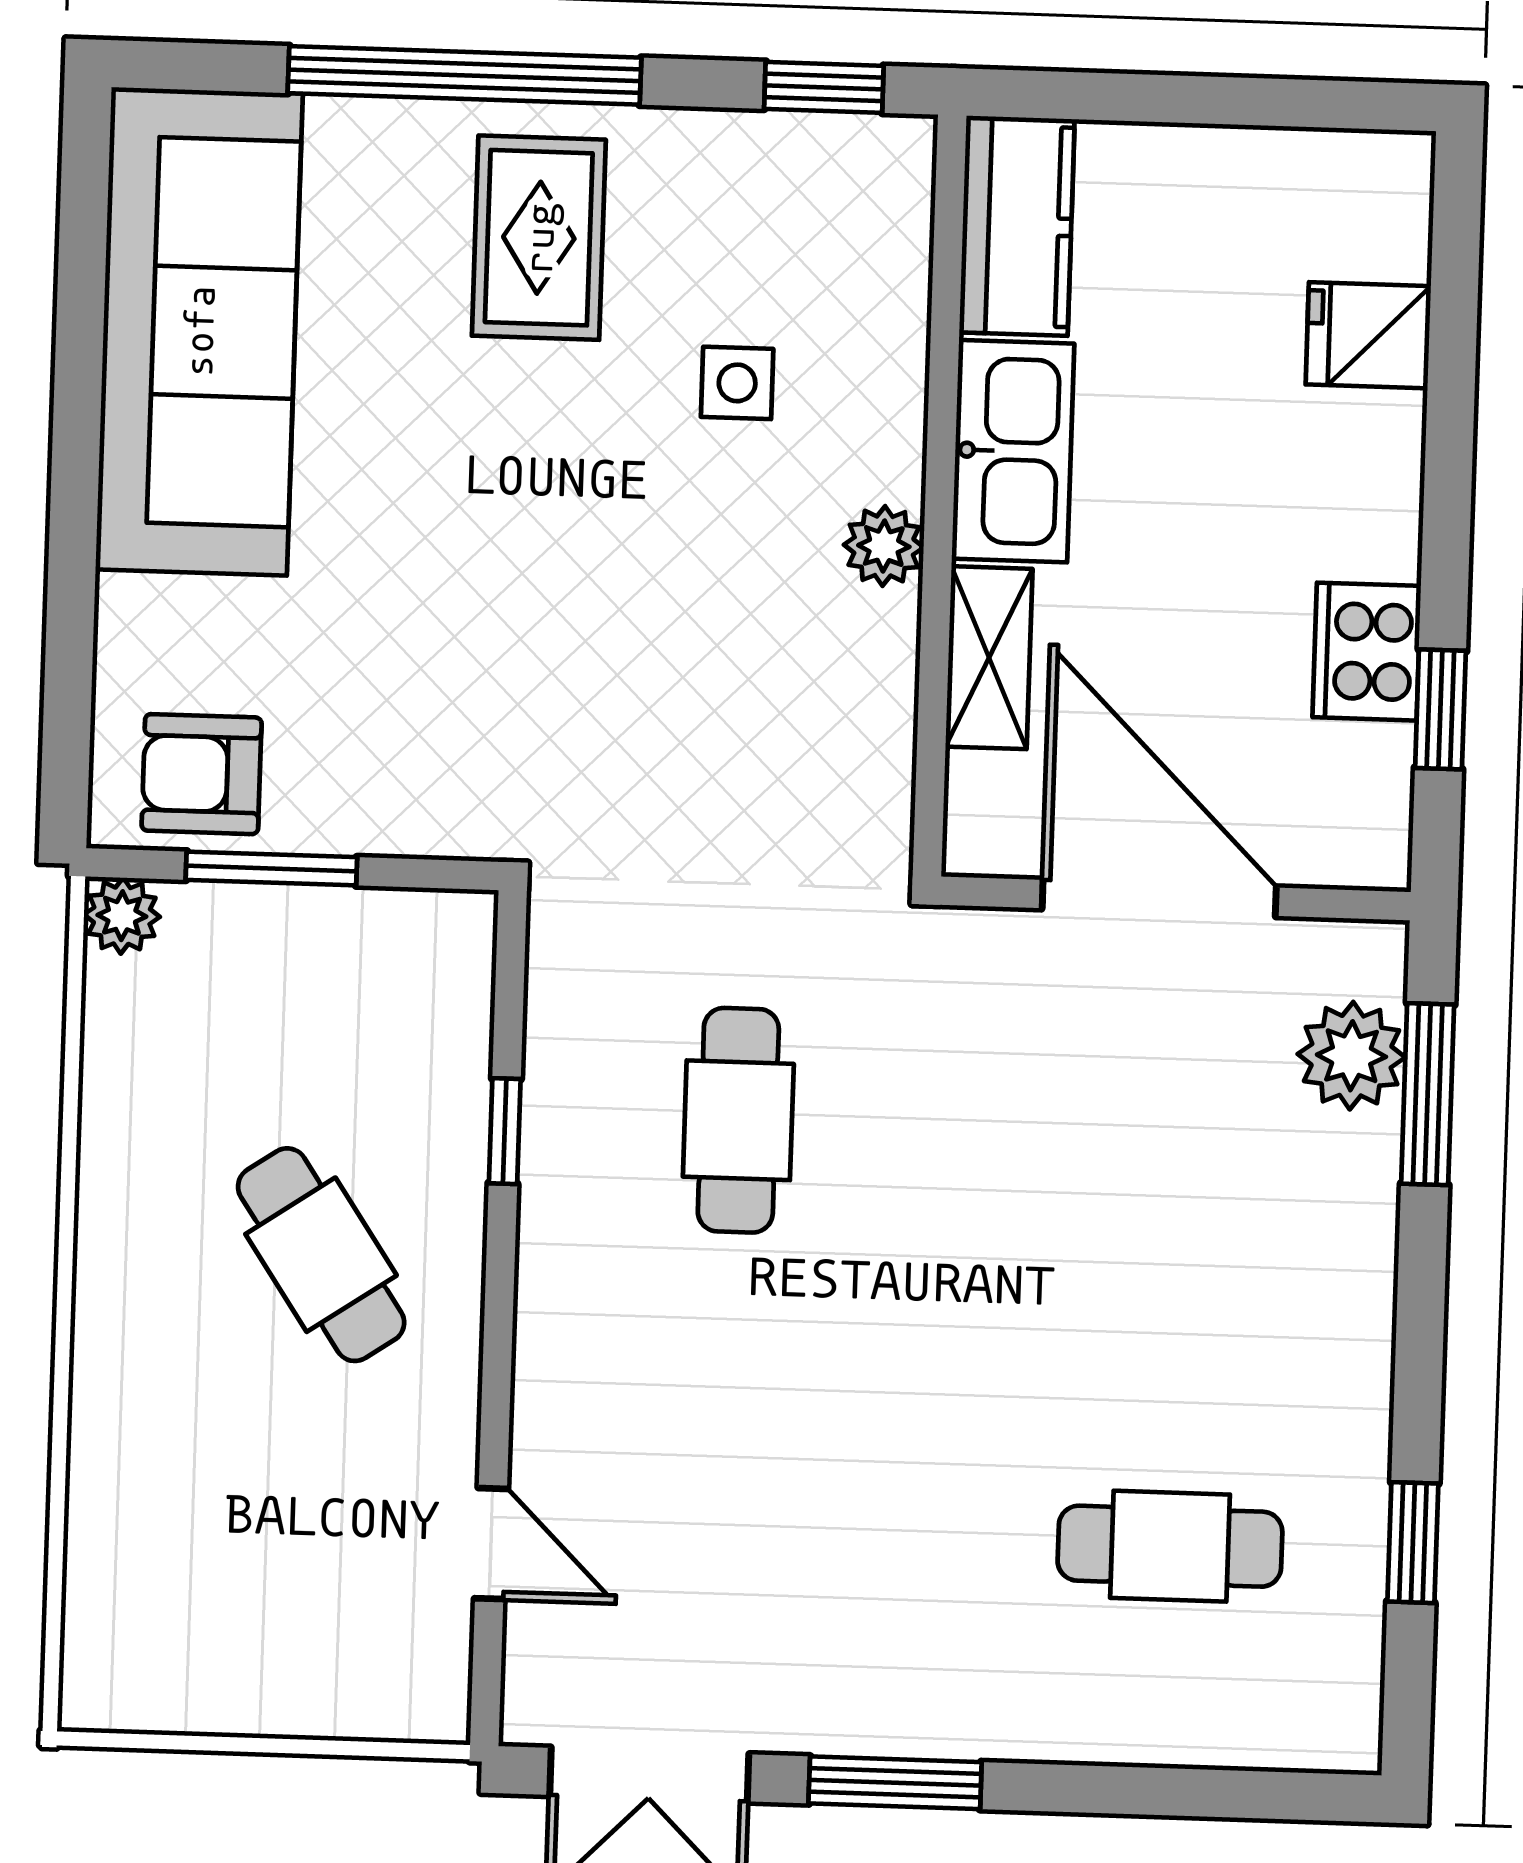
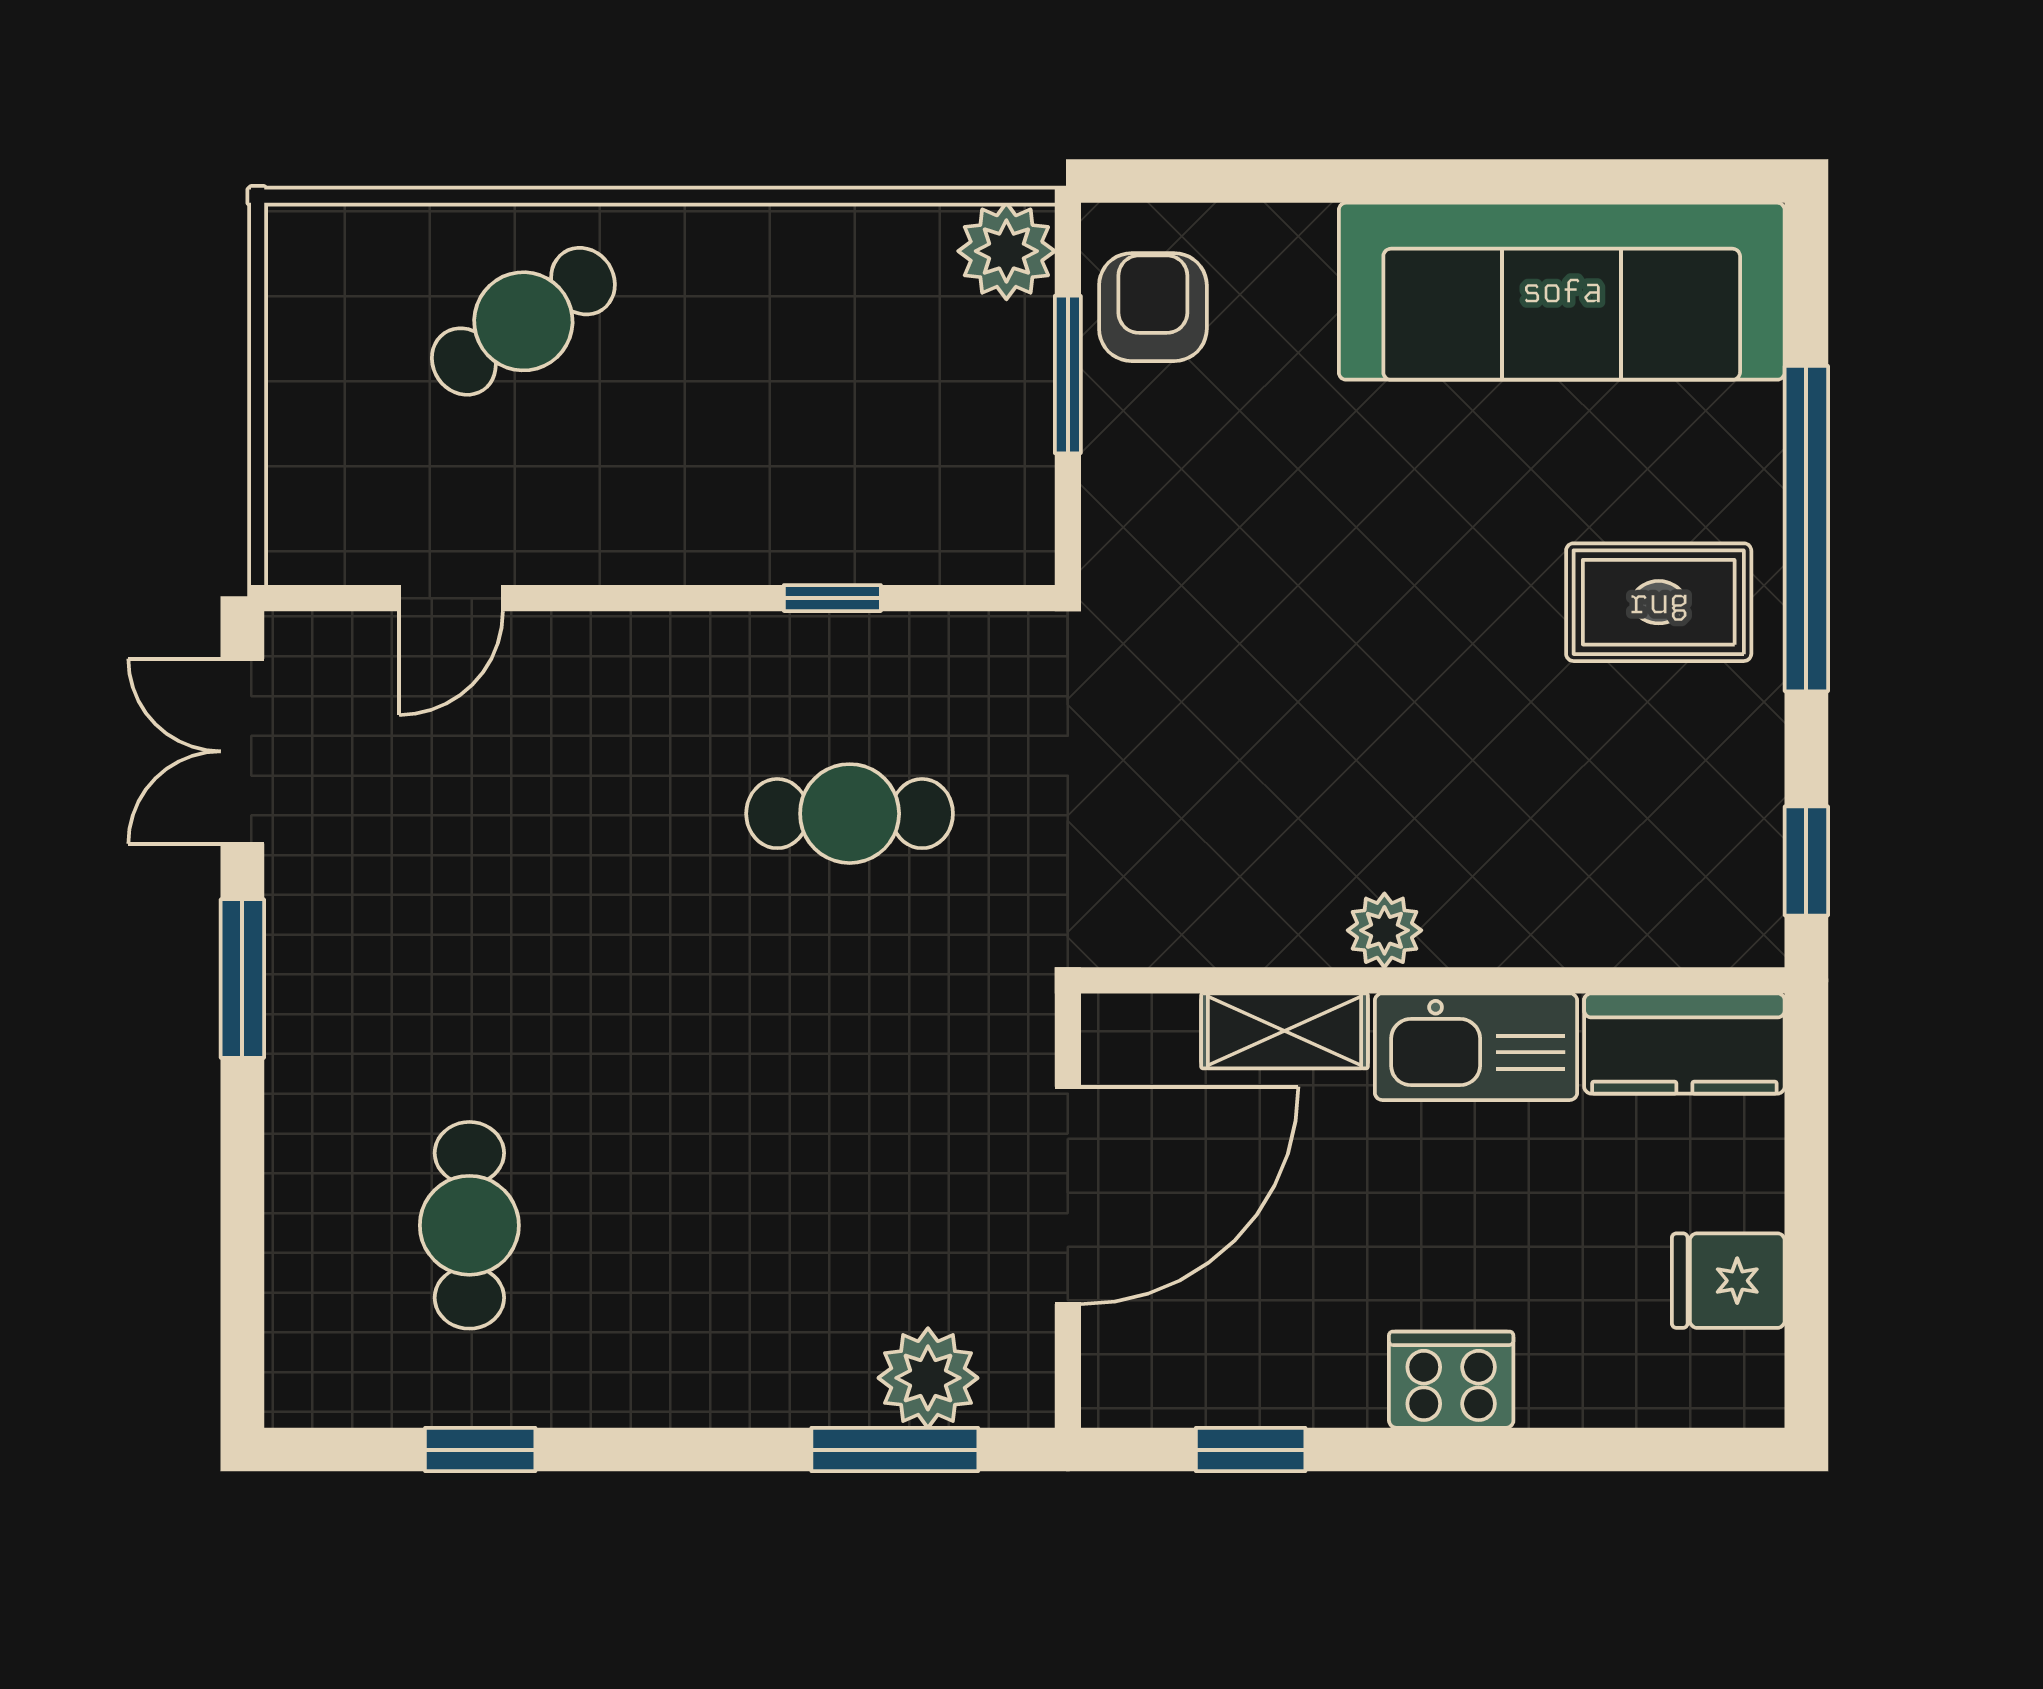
fridge: (1368, 335) -> (1728, 1281), moved, turned -90
side table: (737, 383) -> (1531, 790), removed
cooker: (1367, 652) -> (1451, 1380), moved
plant: (122, 916) -> (1006, 251), width x1.38, depth x1.38
cafe table: (321, 1255) -> (523, 321), moved

